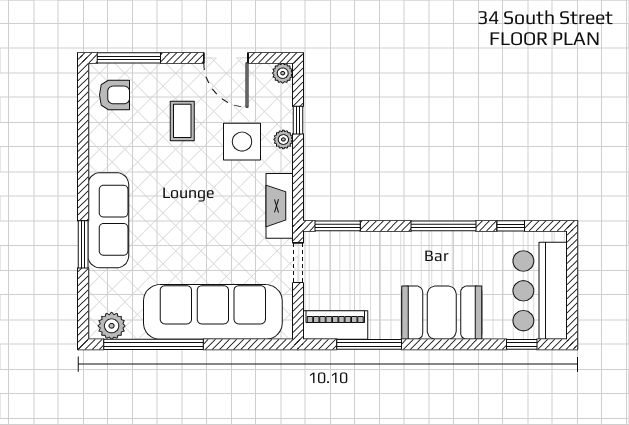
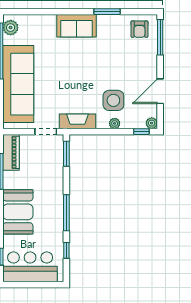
window: (298, 120) -> (141, 132), moved
coffee table: (182, 121) -> (125, 67), removed
sofa: (108, 220) -> (77, 26), width x0.73
window: (83, 244) -> (107, 12), moved

